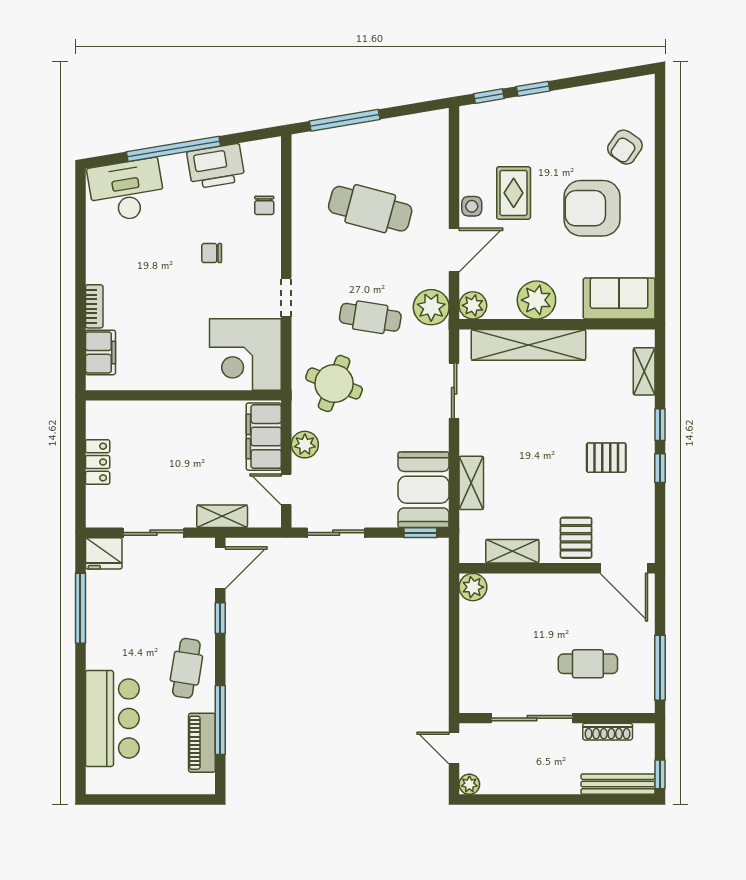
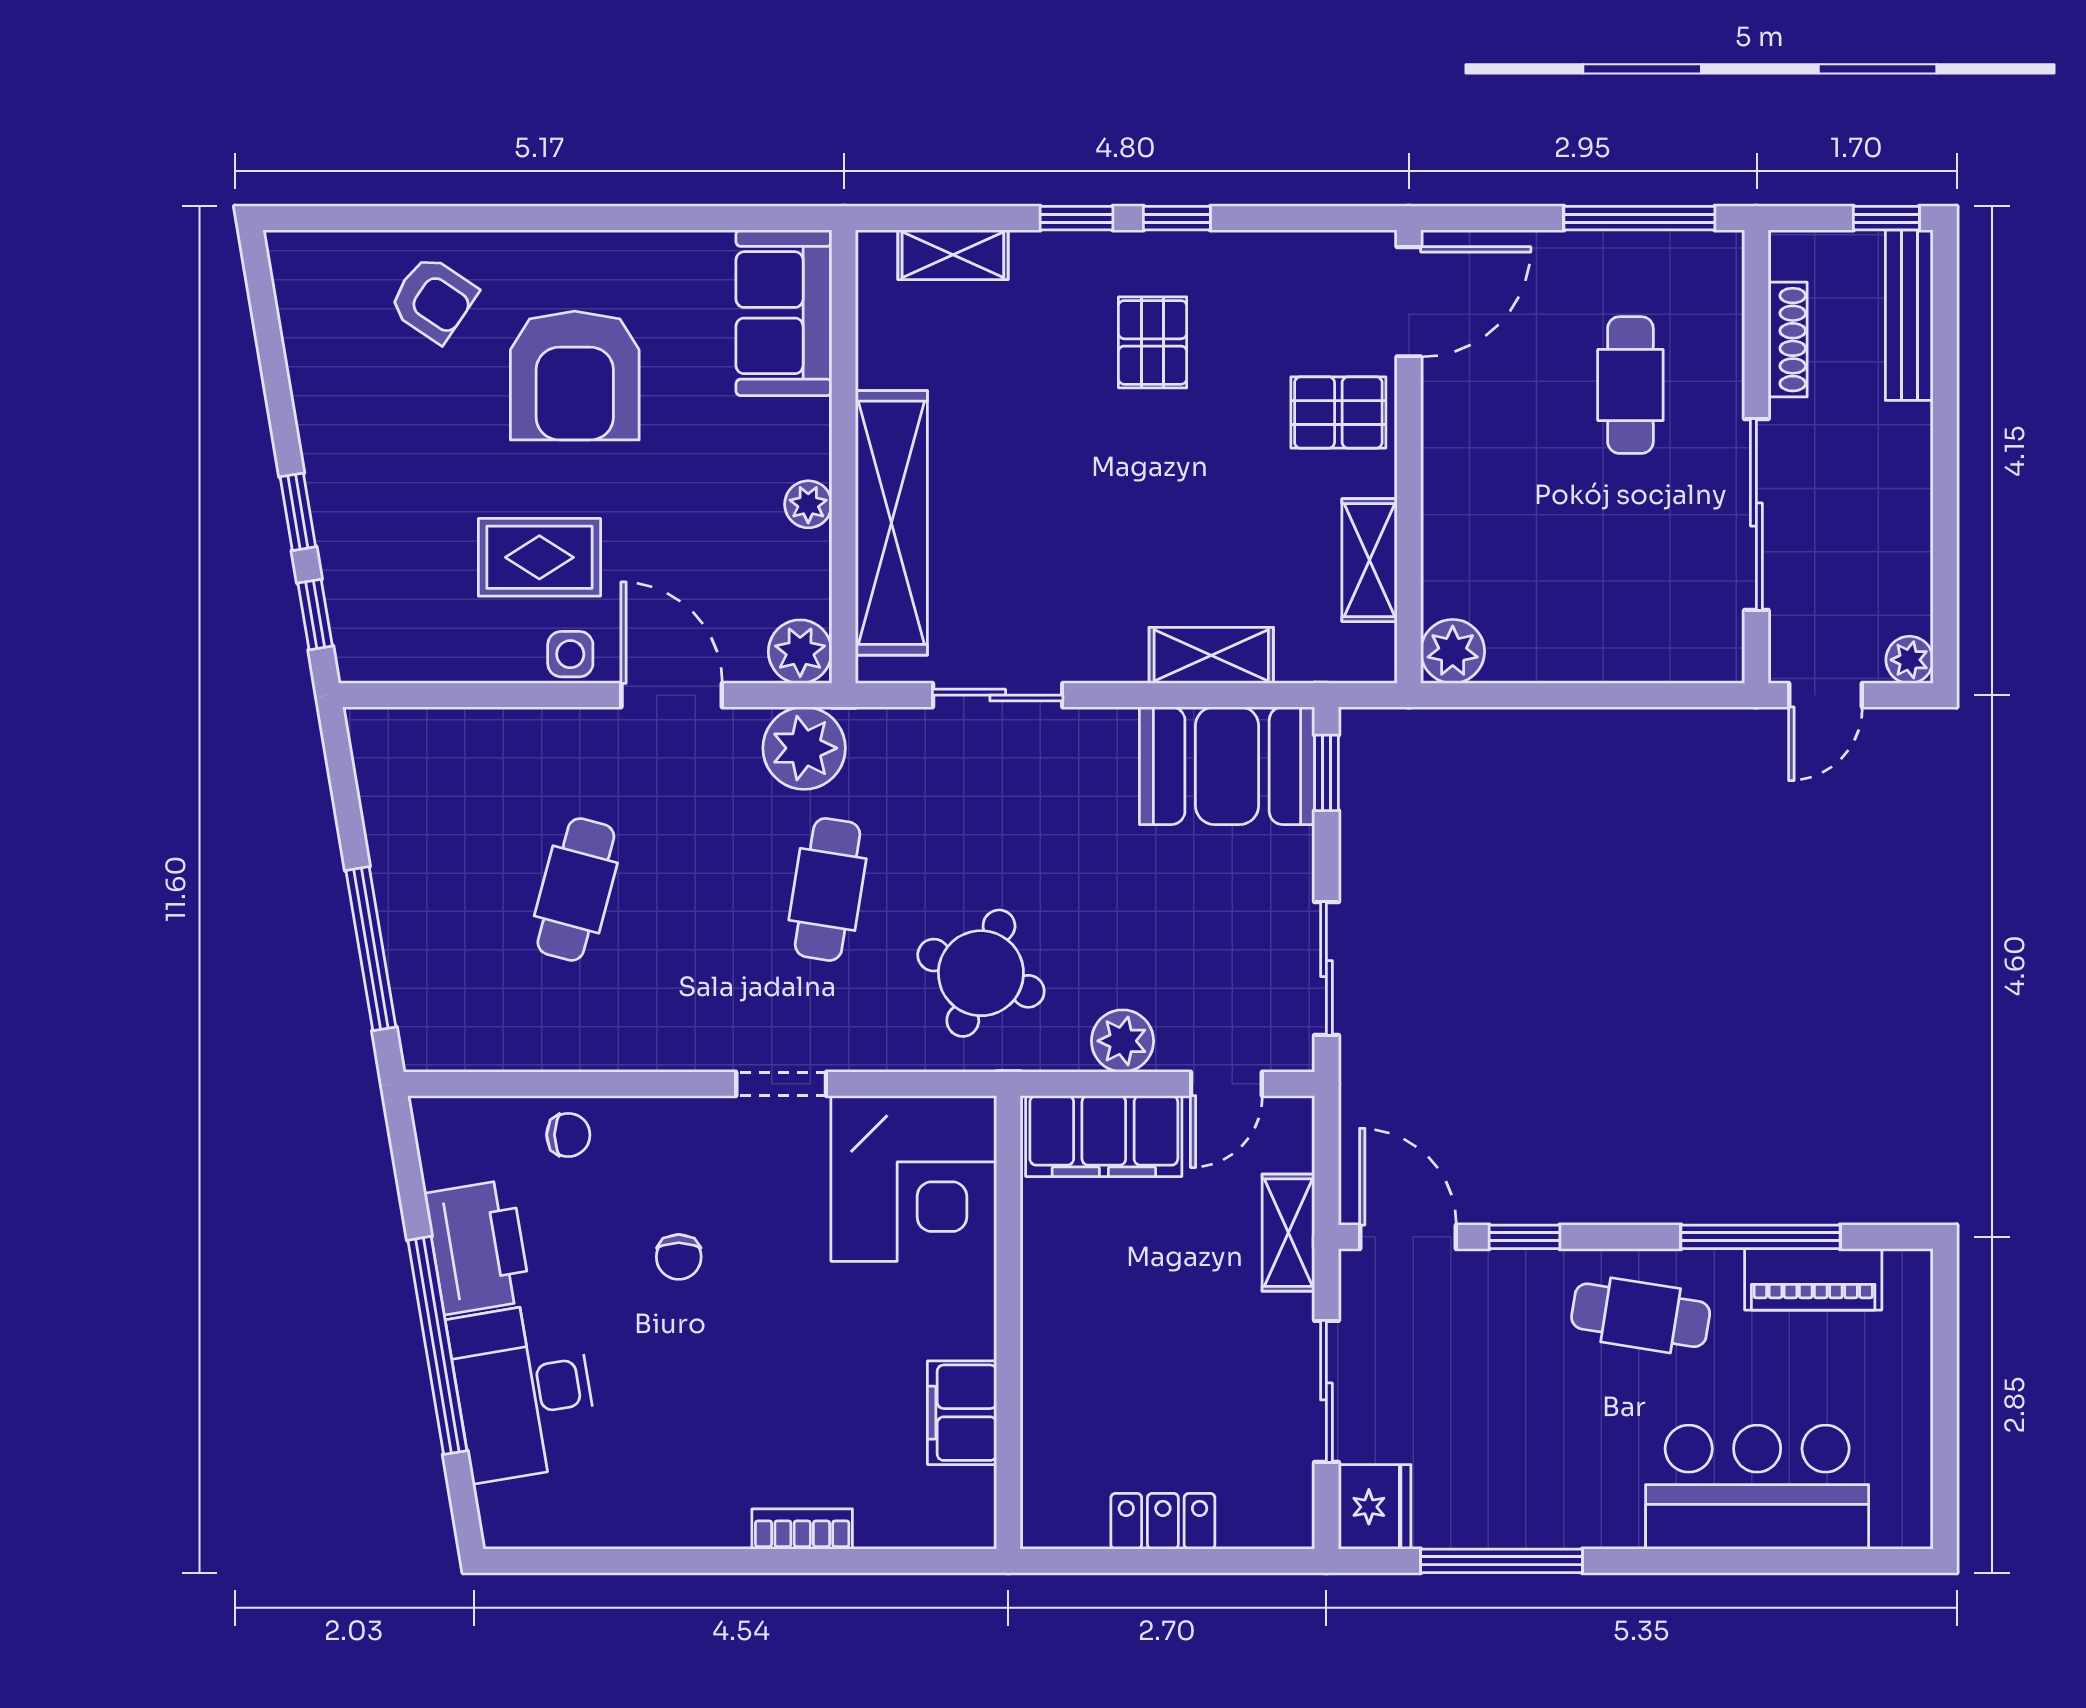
desk: (126, 191) -> (523, 1391), moved
cafe table: (370, 209) -> (576, 889), width x0.73, depth x0.74
plant: (536, 300) -> (808, 504), width x0.53, depth x0.53
filing cabinet: (100, 352) -> (962, 1413), moved, turned -90

